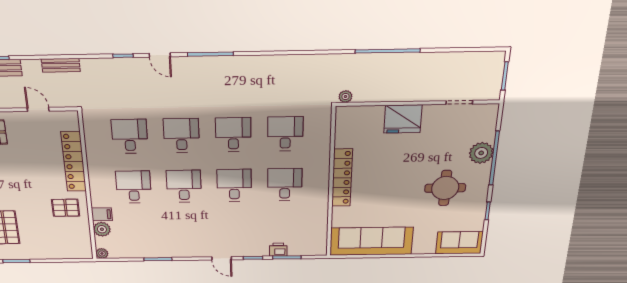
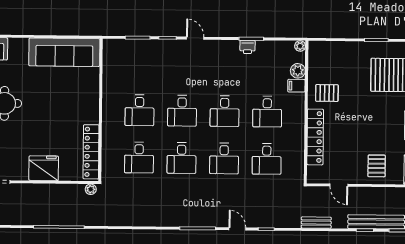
locker: (342, 178) -> (91, 152), moved
printer: (278, 250) -> (248, 47), moved

